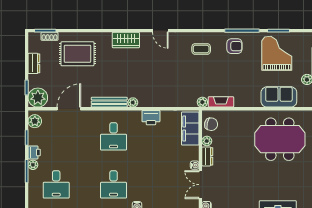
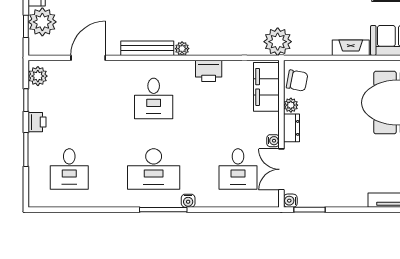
plant: (38, 98) -> (42, 22), moved
plant: (202, 102) -> (278, 42), width x1.88, depth x1.88
fireplace: (221, 102) -> (351, 48), moved
plant: (33, 165) -> (35, 140), removed
desk: (114, 184) -> (154, 169), width x1.37
desk: (171, 184) -> (238, 169), added

